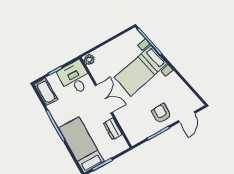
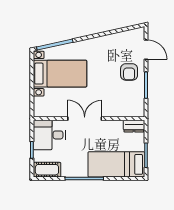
plant: (89, 60) -> (40, 111), removed
bed with nightstands: (141, 71) -> (60, 74), moved, turned -78
armchair: (161, 113) -> (129, 72), turned -90
dresser: (113, 129) -> (134, 126), moved

